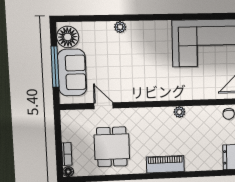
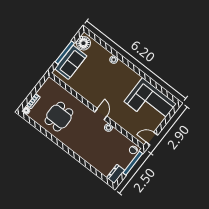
door: (104, 106) -> (101, 114), moved
piano: (165, 164) -> (79, 149), removed

